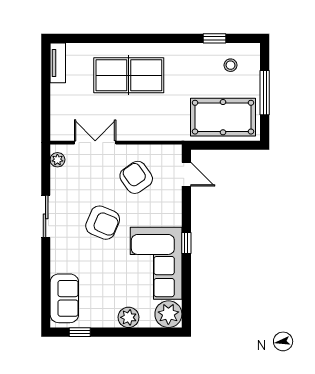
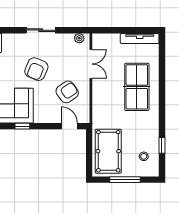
tv unit: (58, 63) -> (140, 38), width x1.41
door: (186, 174) -> (69, 126), swing flipped

